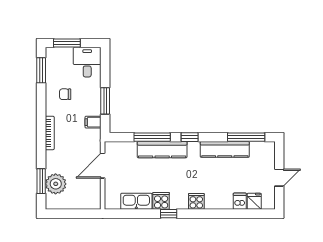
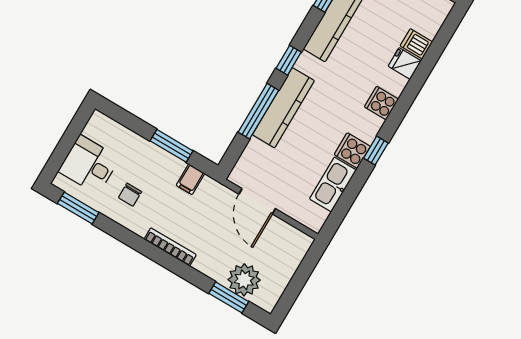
window: (67, 43) -> (62, 151), removed
desk: (87, 62) -> (89, 165), moved
fridge: (254, 201) -> (405, 63), moved

